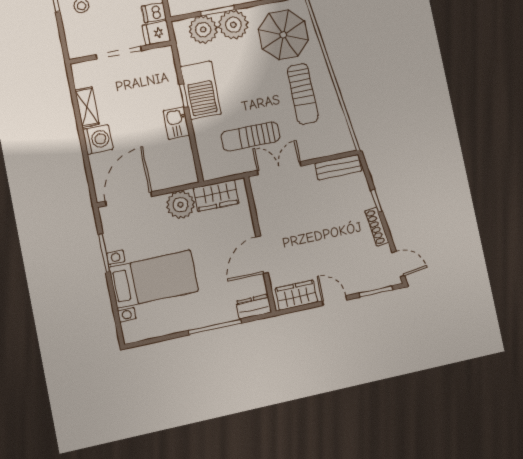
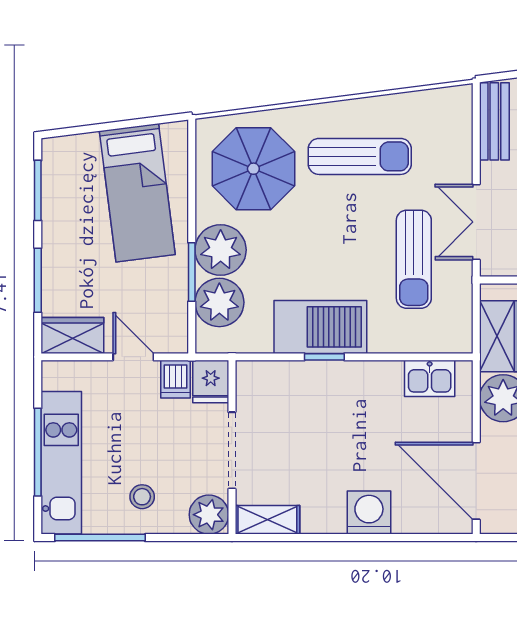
plant: (78, 46) -> (209, 515), added
shelving: (87, 107) -> (267, 520), moved
kitchen sink: (176, 123) -> (430, 378), moved

